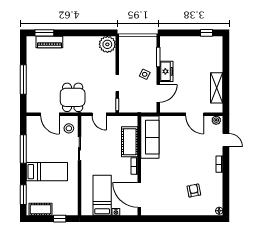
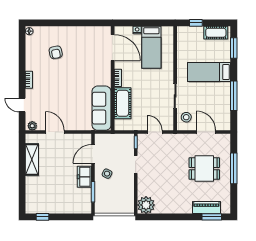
dining table: (73, 97) -> (204, 169), moved, turned 90

